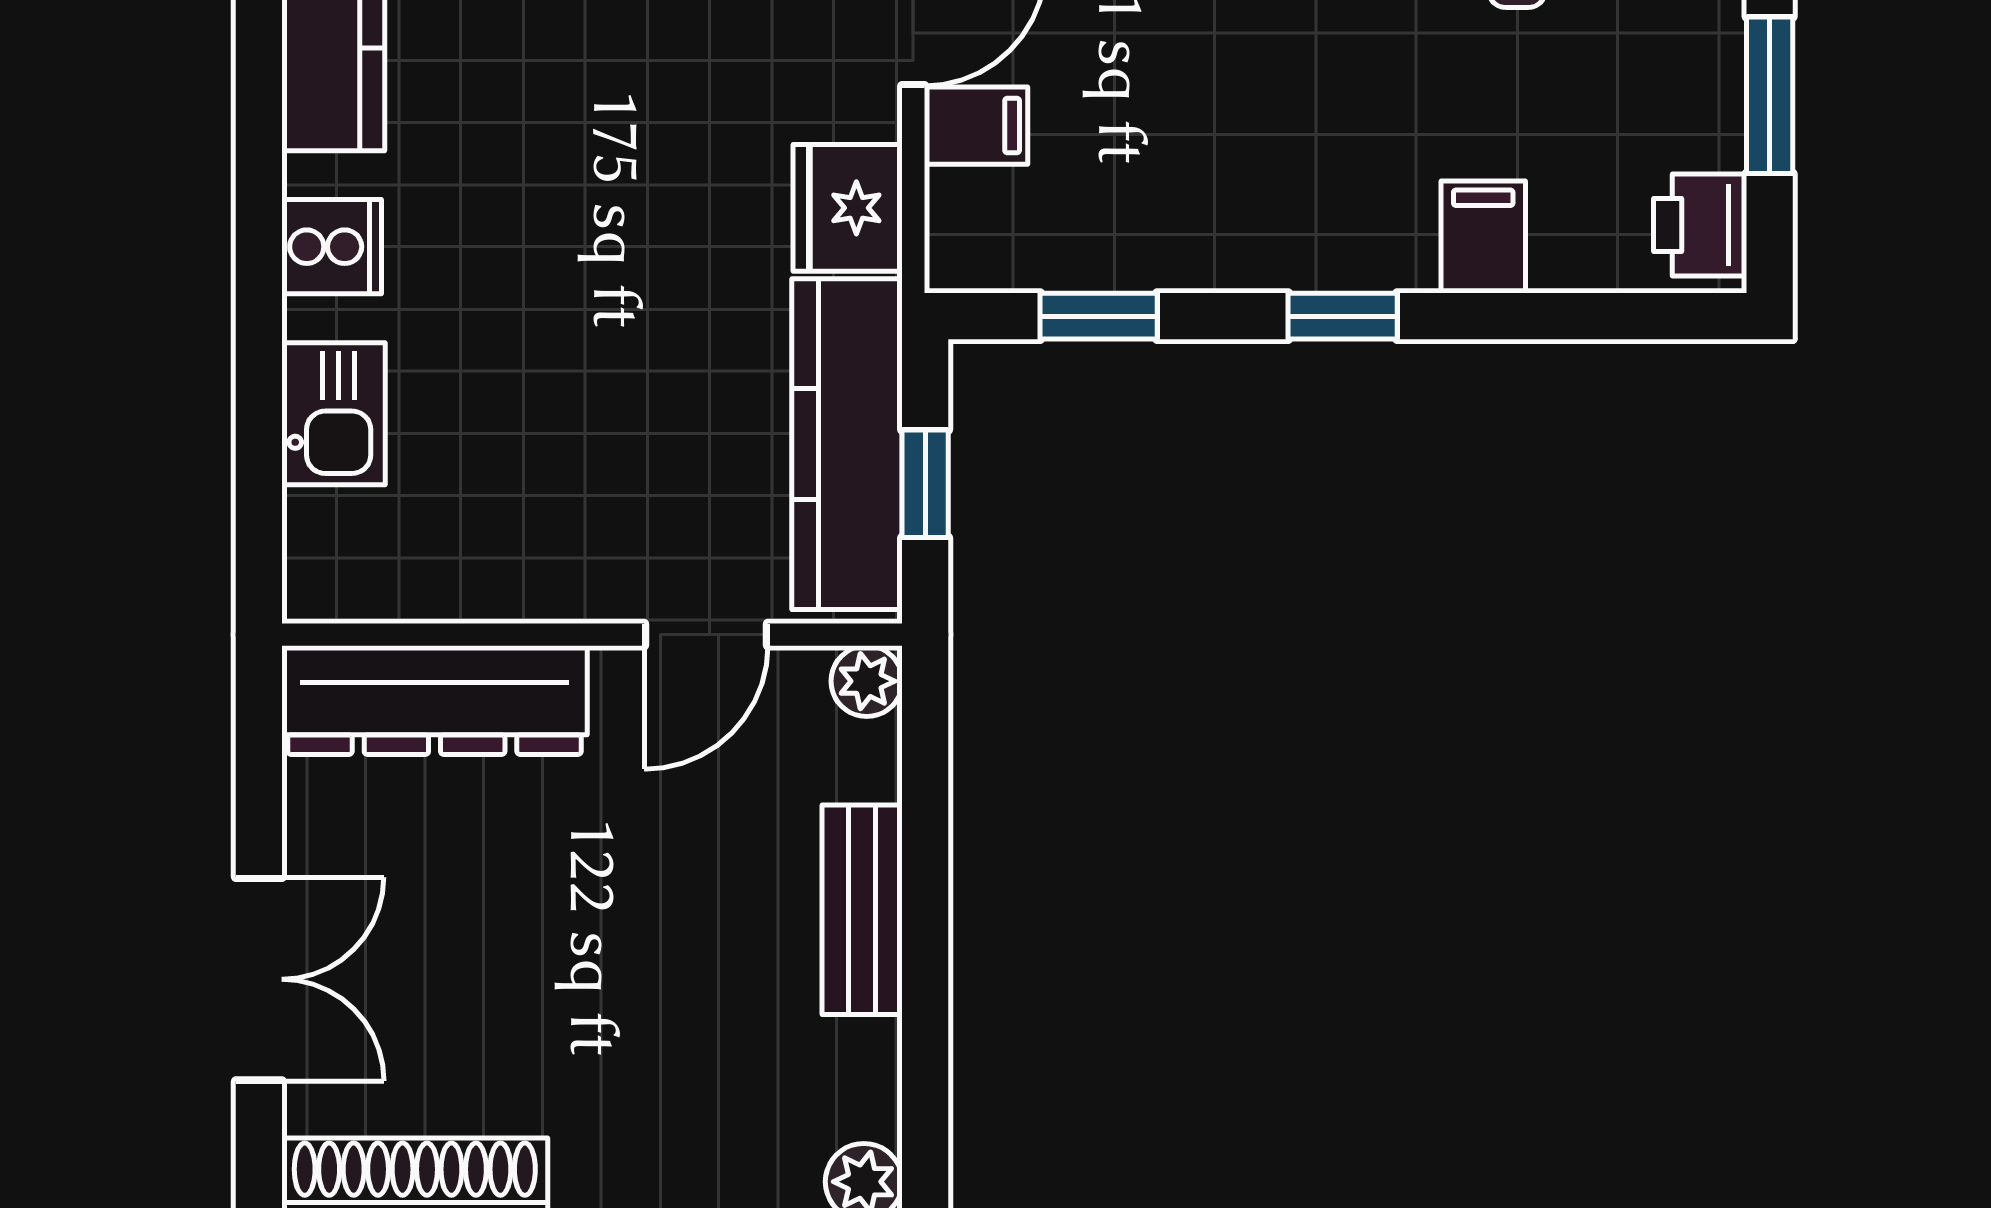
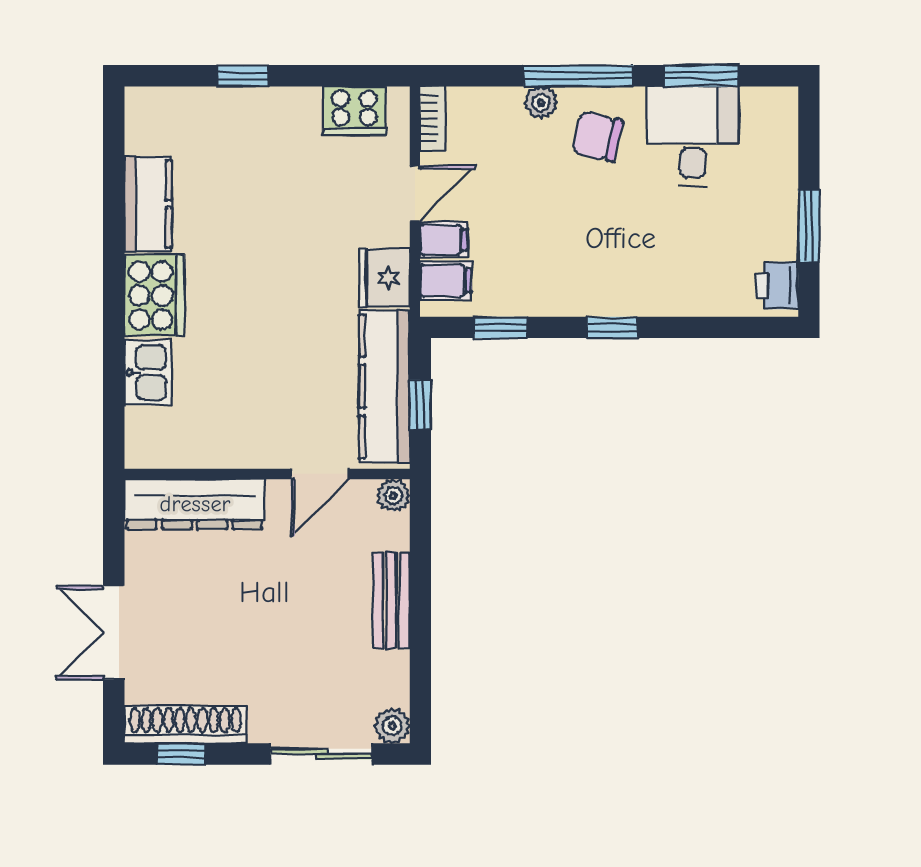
filing cabinet: (1483, 237) -> (446, 280), moved, turned 90
cooker: (332, 247) -> (154, 296), width x1.87, depth x1.31
double door: (259, 979) -> (114, 633), swing flipped

